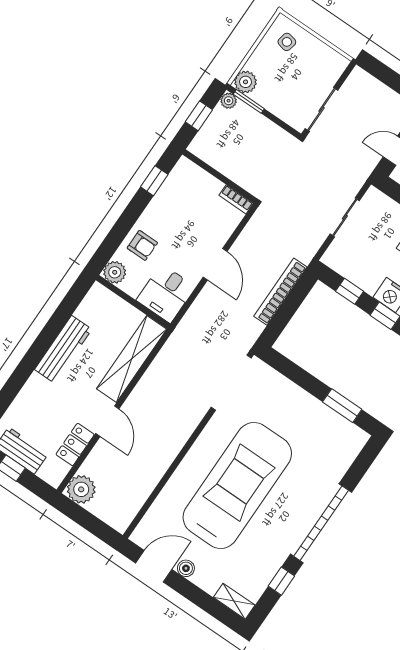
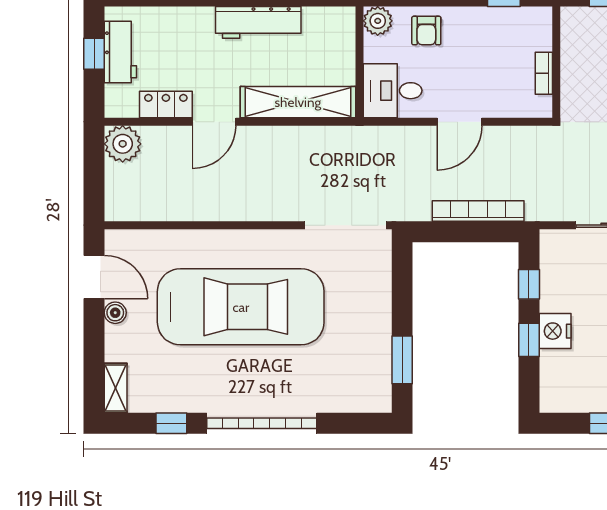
bookcase: (236, 199) -> (544, 73), moved

